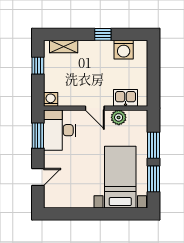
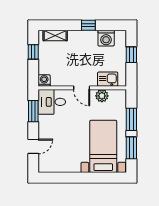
window: (153, 69) -> (131, 55), added
desk: (60, 130) -> (52, 102), width x0.73

